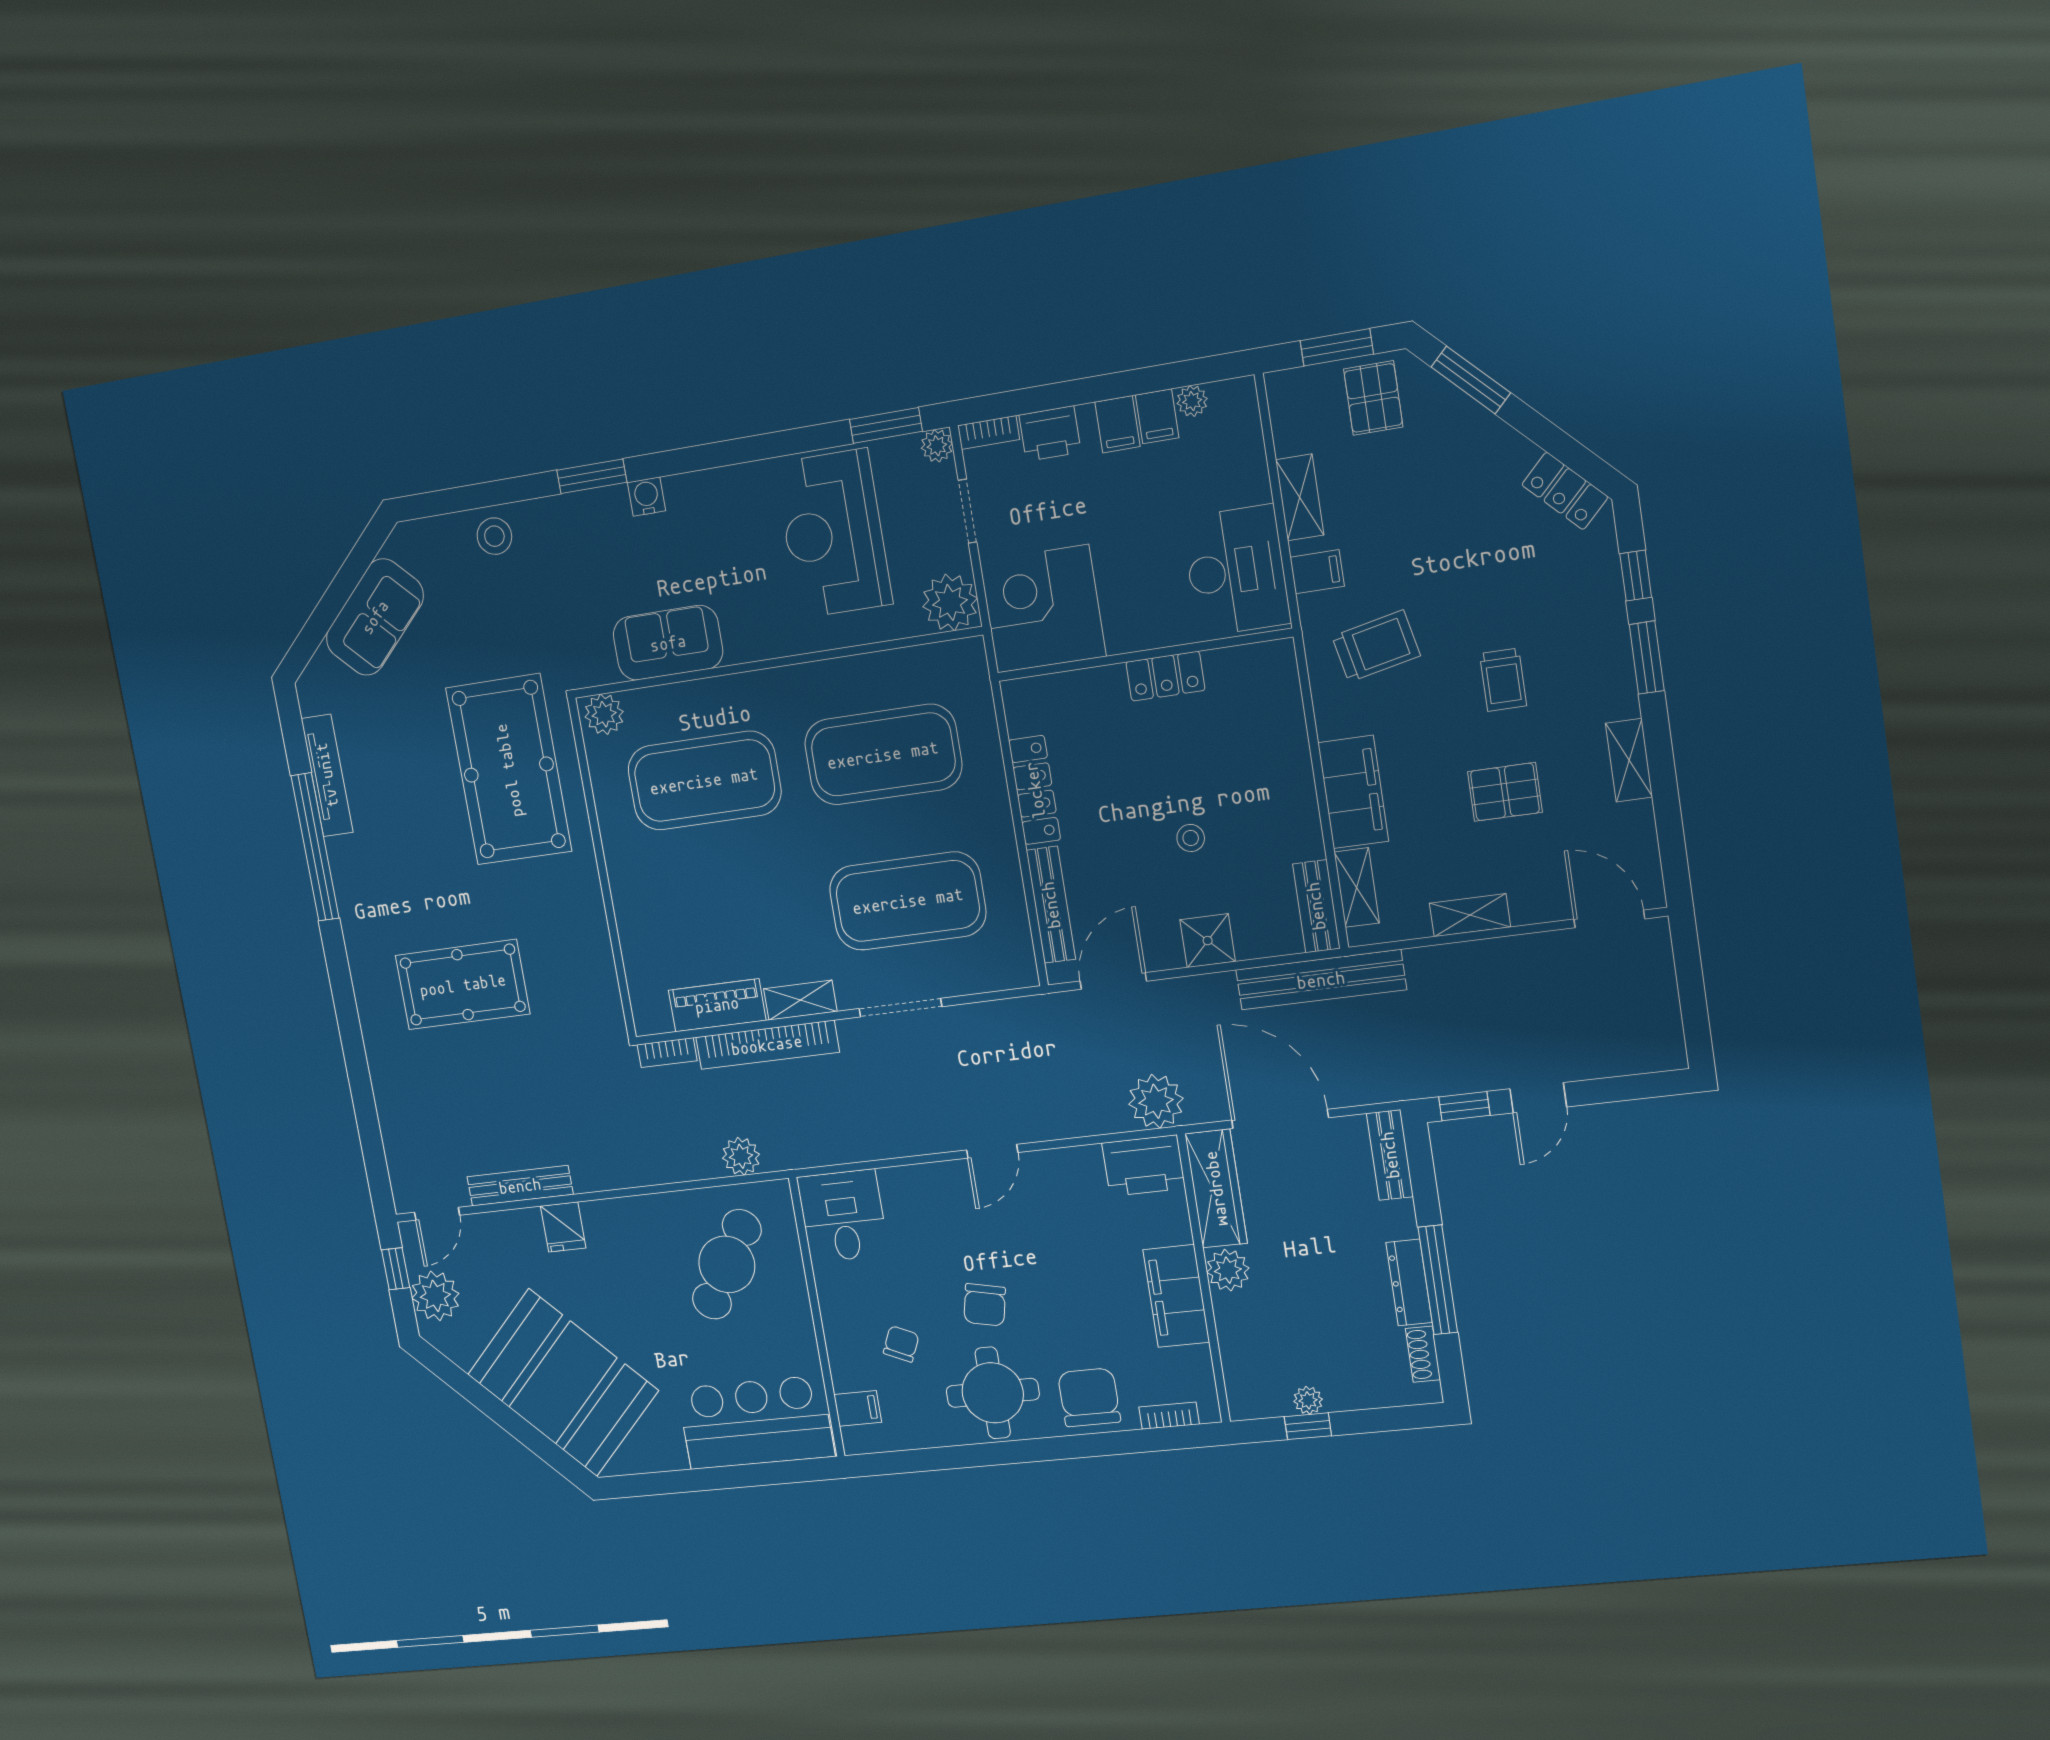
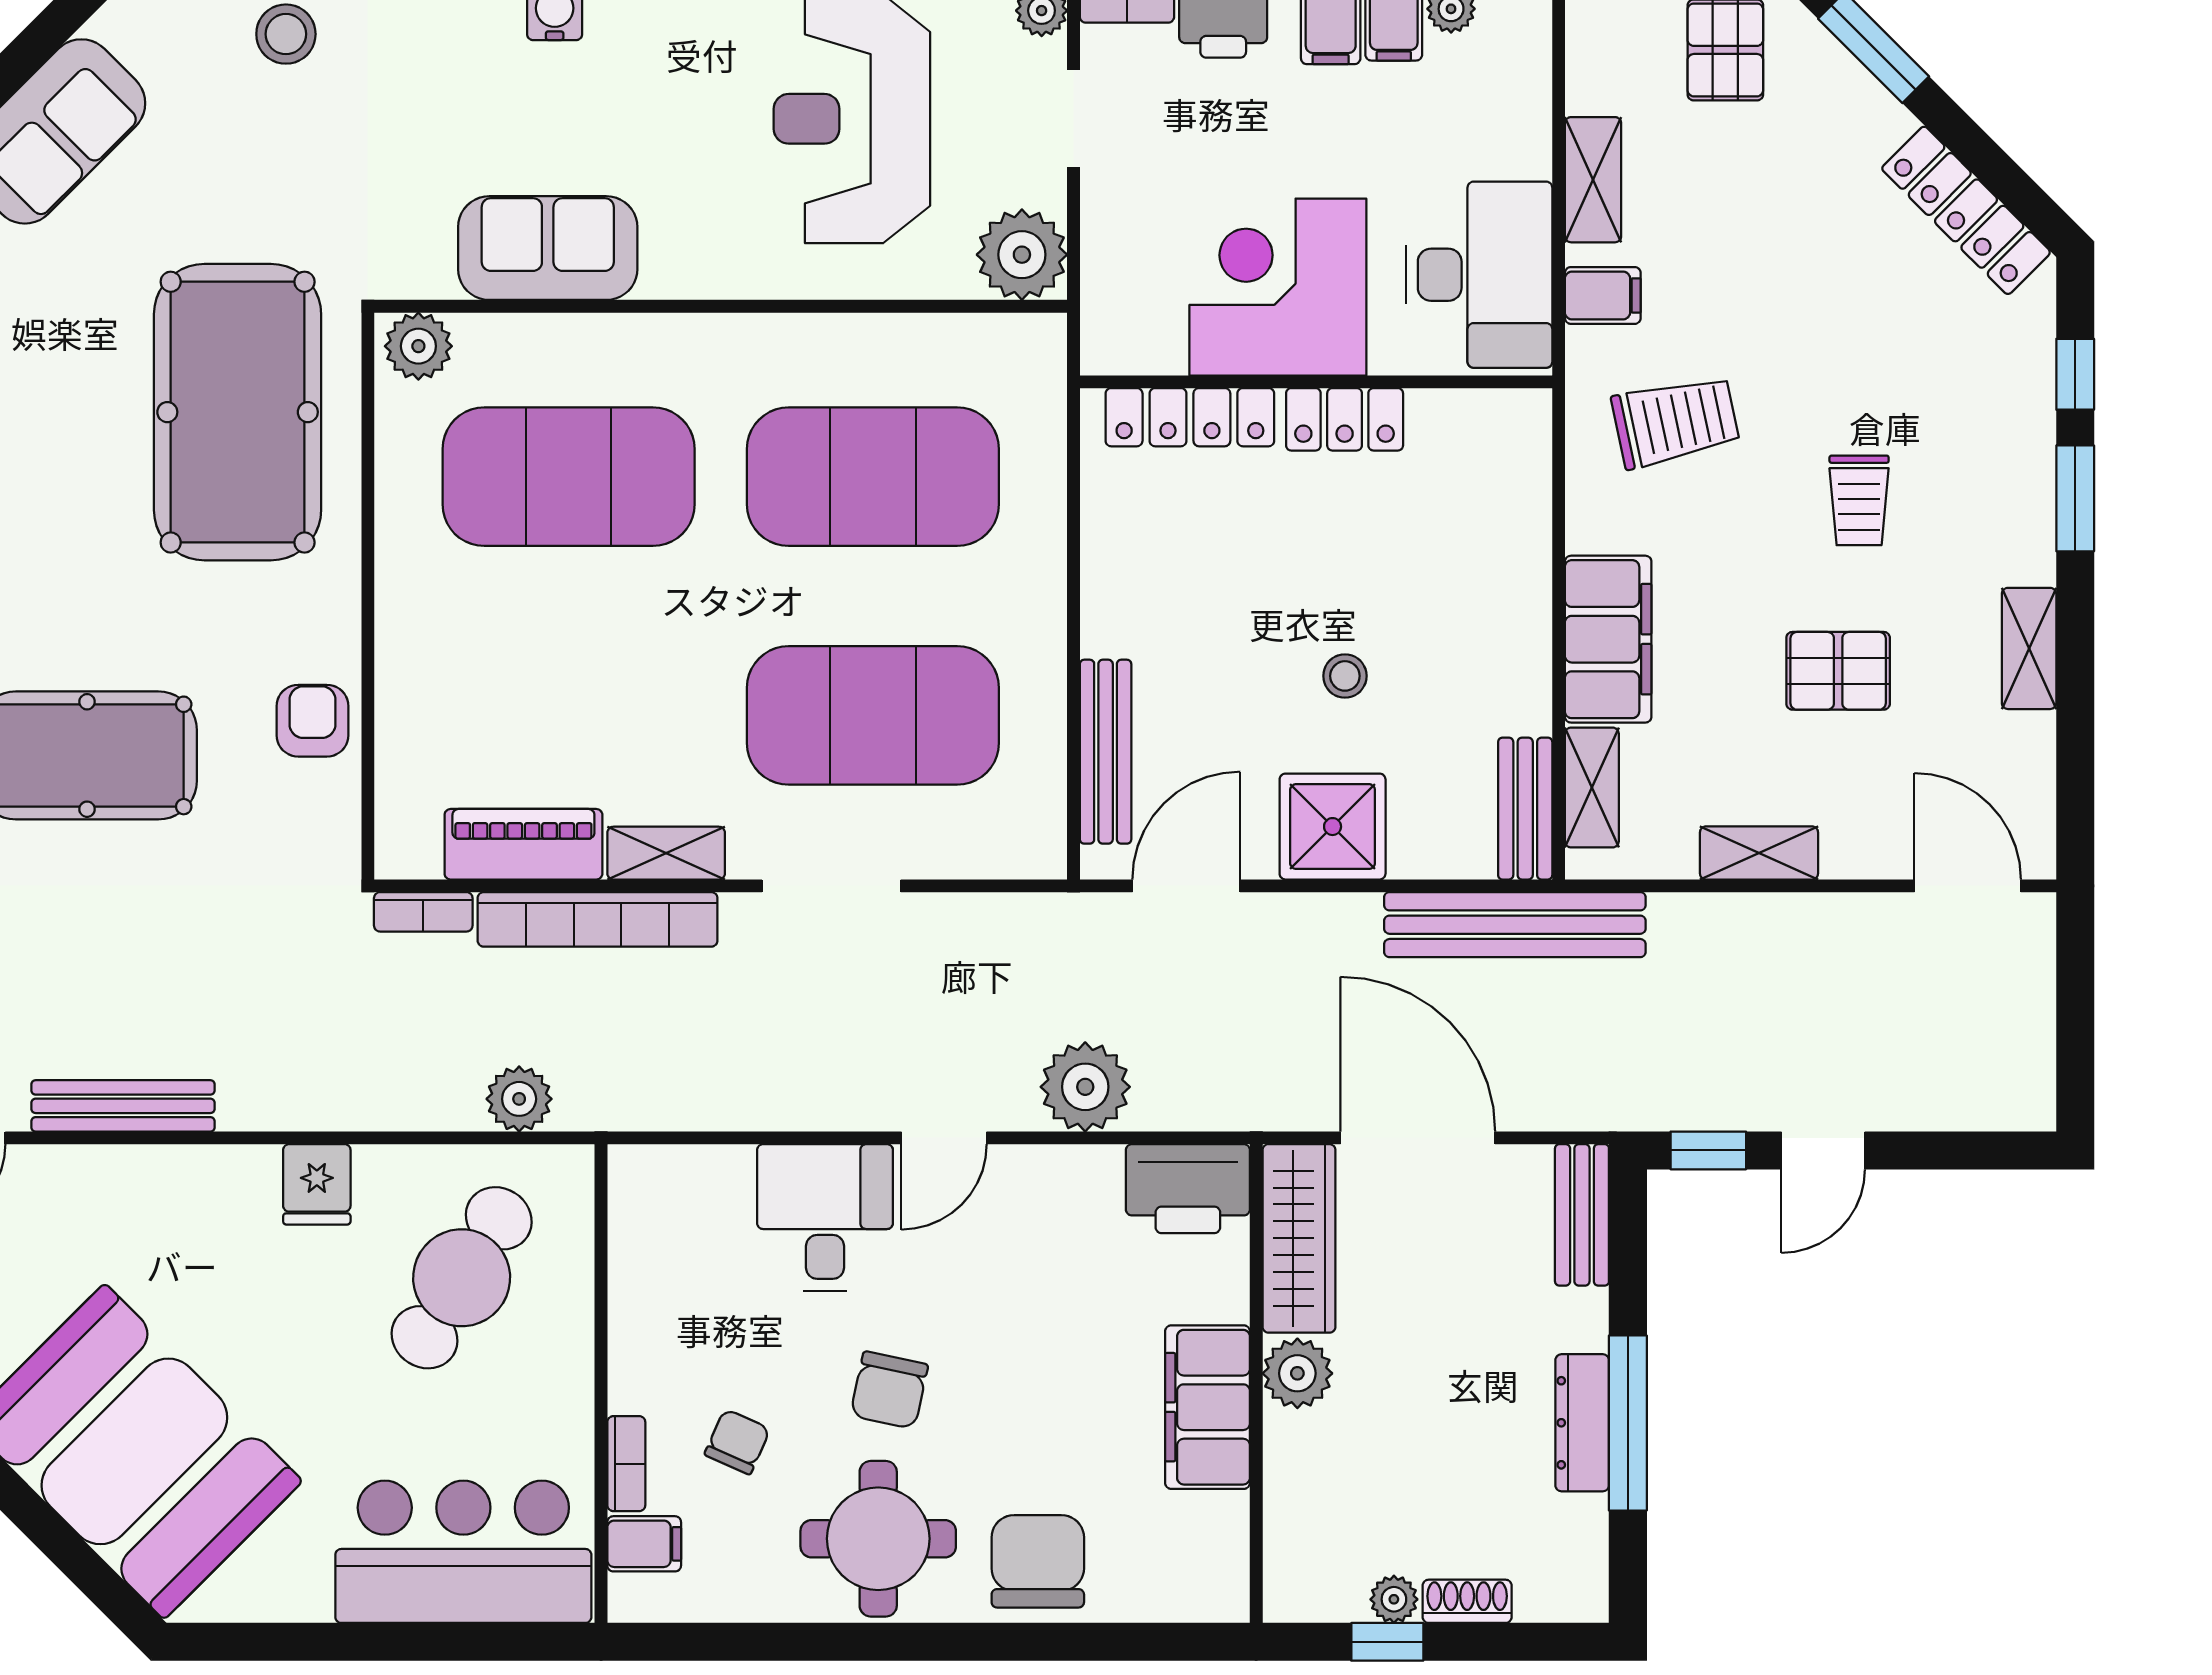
locker: (1565, 491) -> (1966, 210), width x1.53
corner desk: (1043, 609) -> (1278, 287), moved
locker: (1035, 790) -> (1190, 417), moved, turned 90
shower: (1208, 941) -> (1333, 827), width x1.36, depth x1.36
armchair: (584, 948) -> (313, 721), added
plant: (1156, 1101) -> (1085, 1087), moved
desk: (843, 1216) -> (825, 1217), moved
fridge: (563, 1227) -> (317, 1184), moved
shoe rack: (1423, 1354) -> (1467, 1601), moved, turned 90
bookcase: (1169, 1416) -> (626, 1464), moved, turned 90

